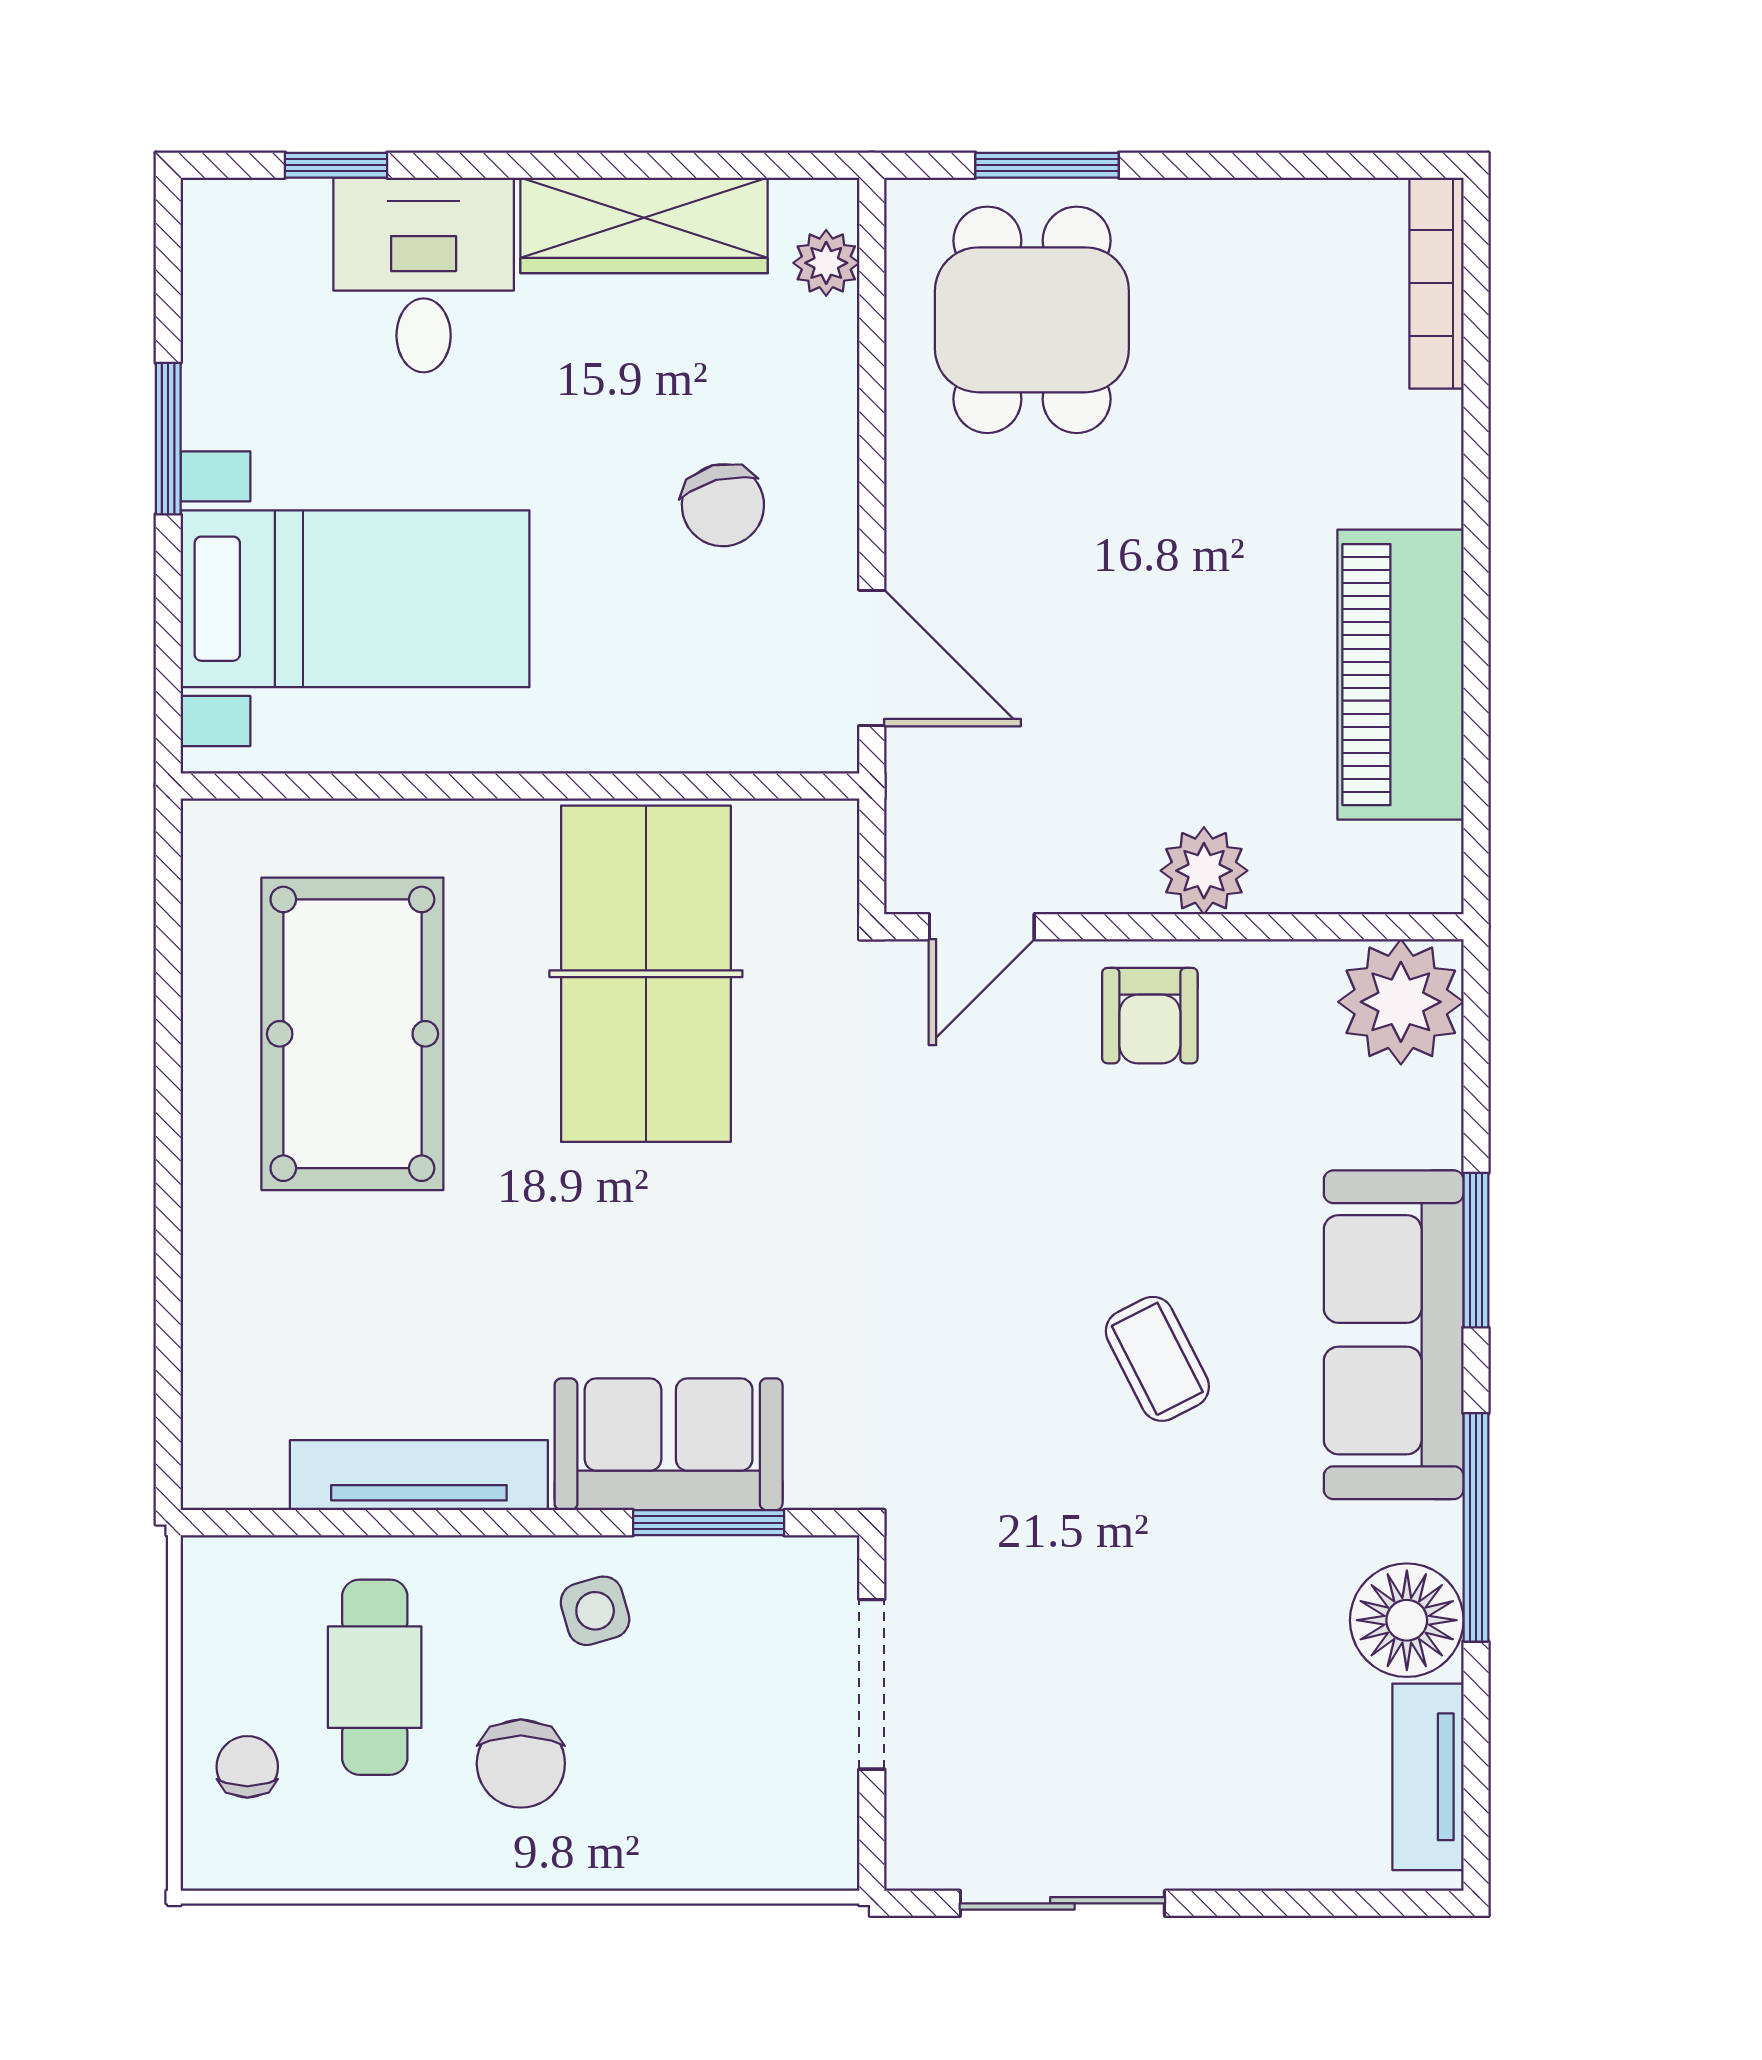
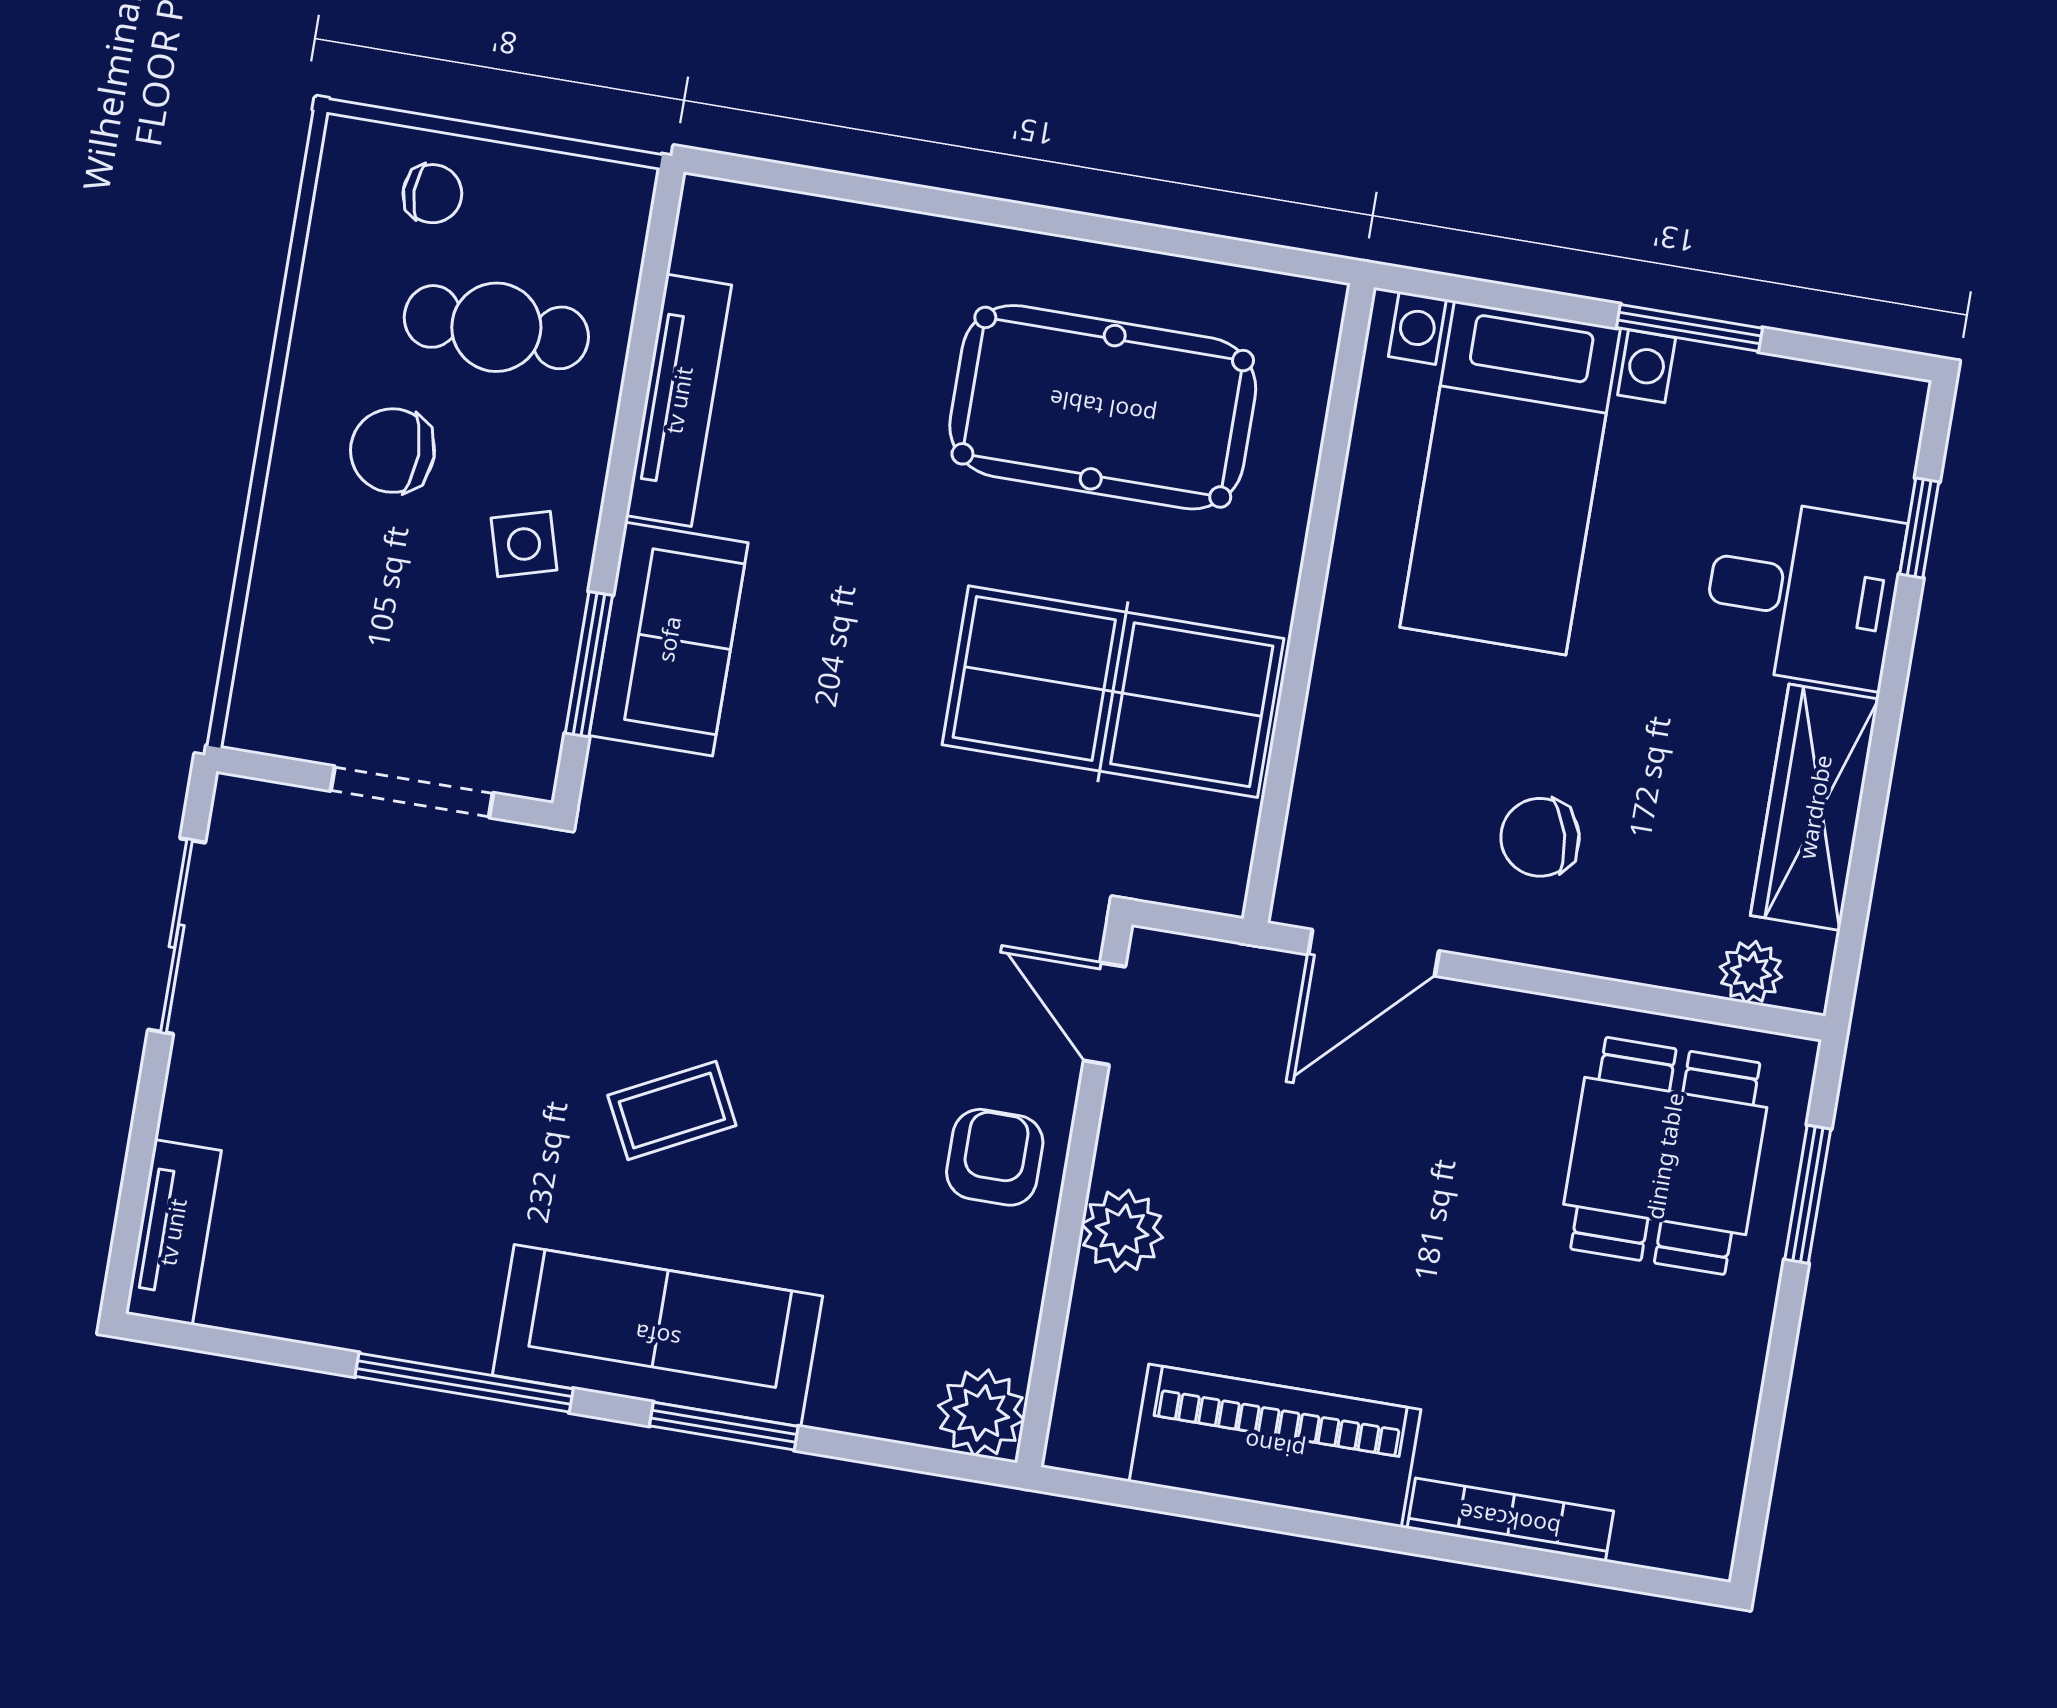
bookcase: (1436, 283) -> (1510, 1520), moved
dining table: (1032, 320) -> (1665, 1156), turned 90
plant: (1401, 1002) -> (981, 1413), width x0.73, depth x0.73
armchair: (1150, 1016) -> (995, 1157), turned 90
floor lamp: (1407, 1620) -> (388, 1303), removed
tv unit: (1428, 1777) -> (173, 1232), moved, turned 90

